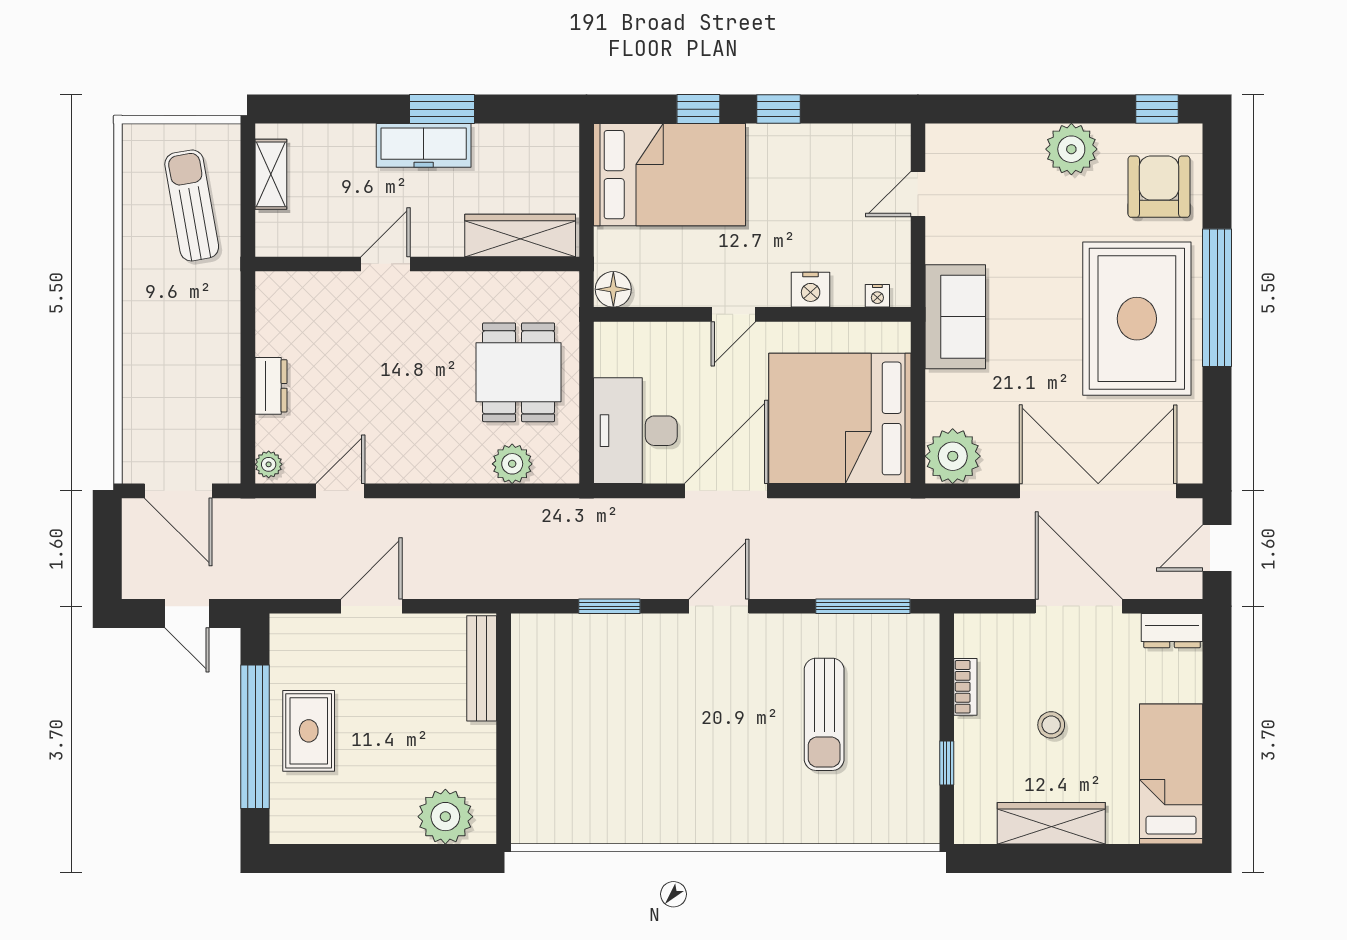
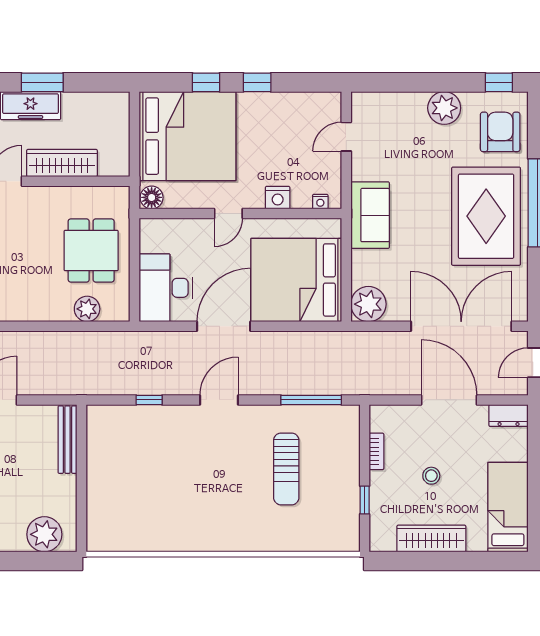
bed: (670, 175) -> (188, 136), width x1.36
wardrobe: (520, 235) -> (62, 163), moved
window: (609, 606) -> (149, 400), width x0.67

